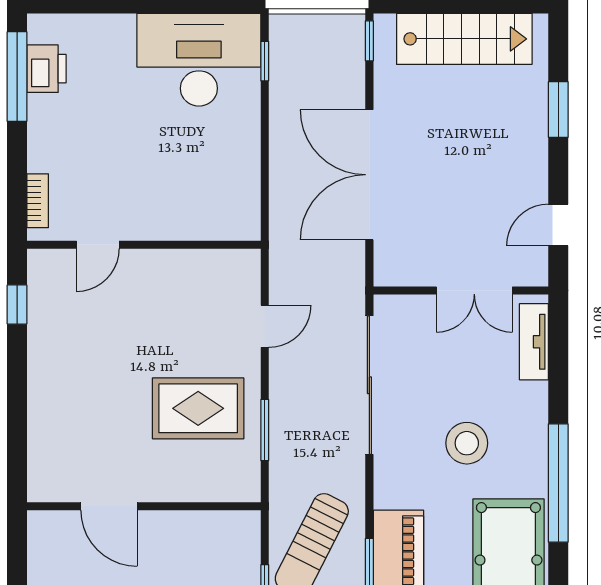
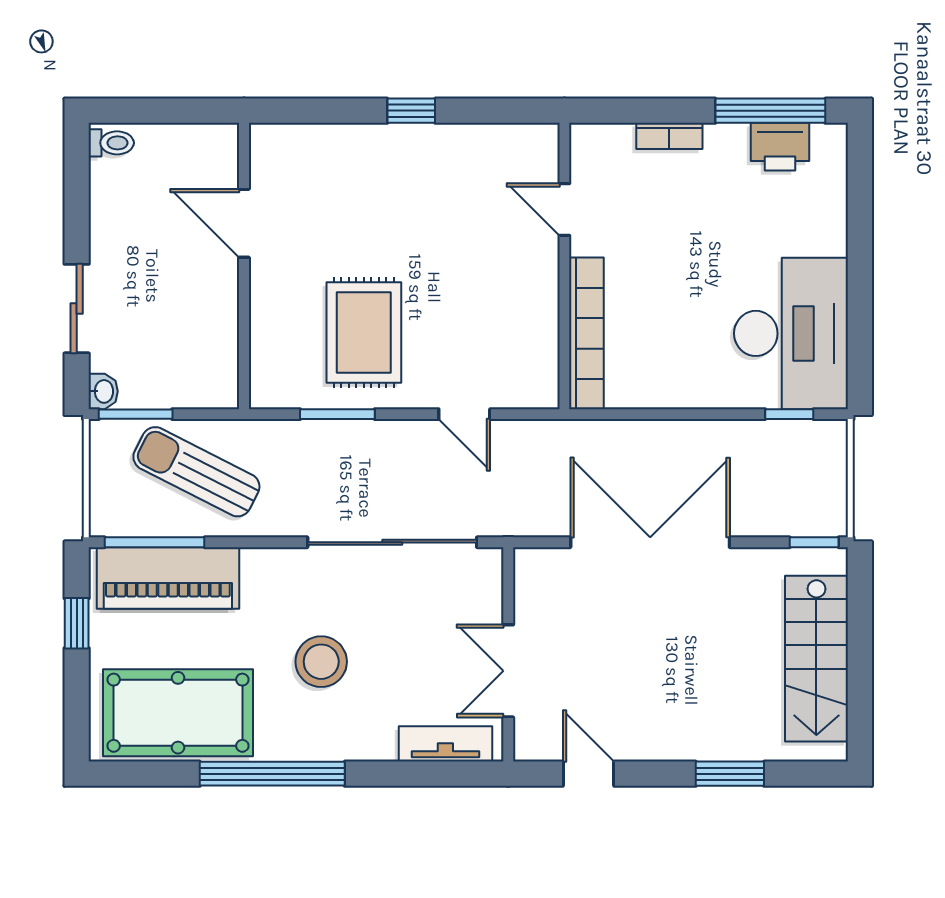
bookcase: (38, 201) -> (669, 136), moved
bookcase: (199, 227) -> (586, 333), added
window: (17, 304) -> (411, 111), moved
door: (109, 506) -> (244, 223), hinge flipped

